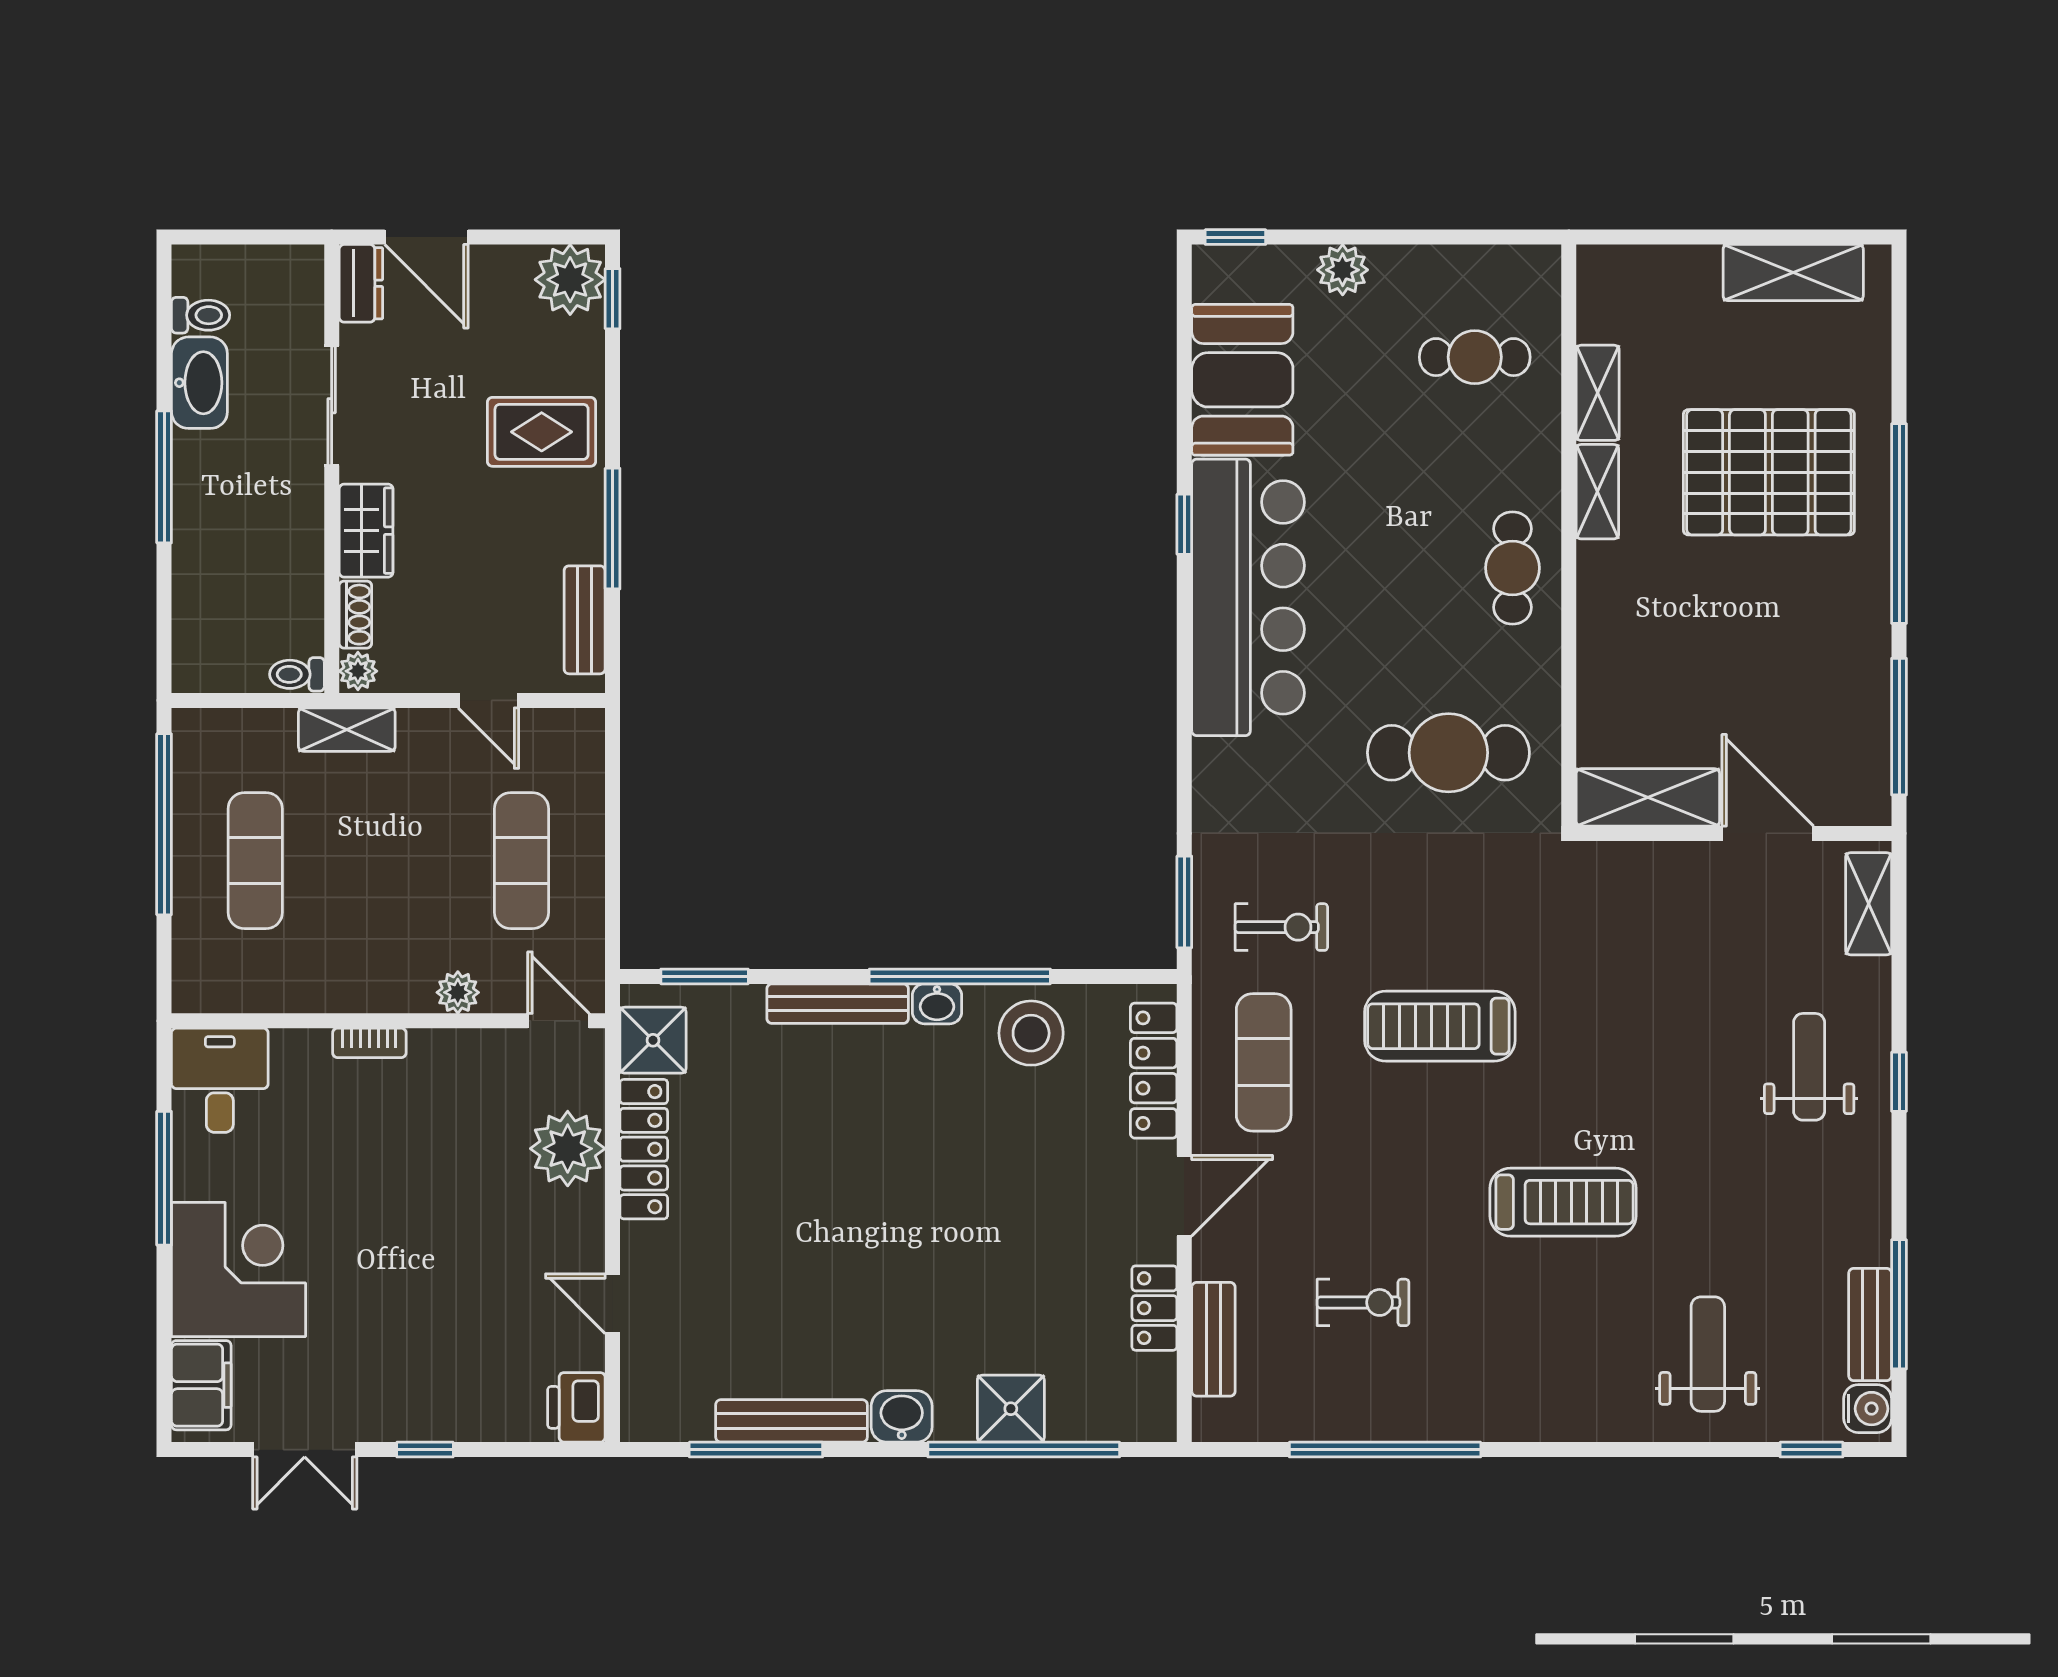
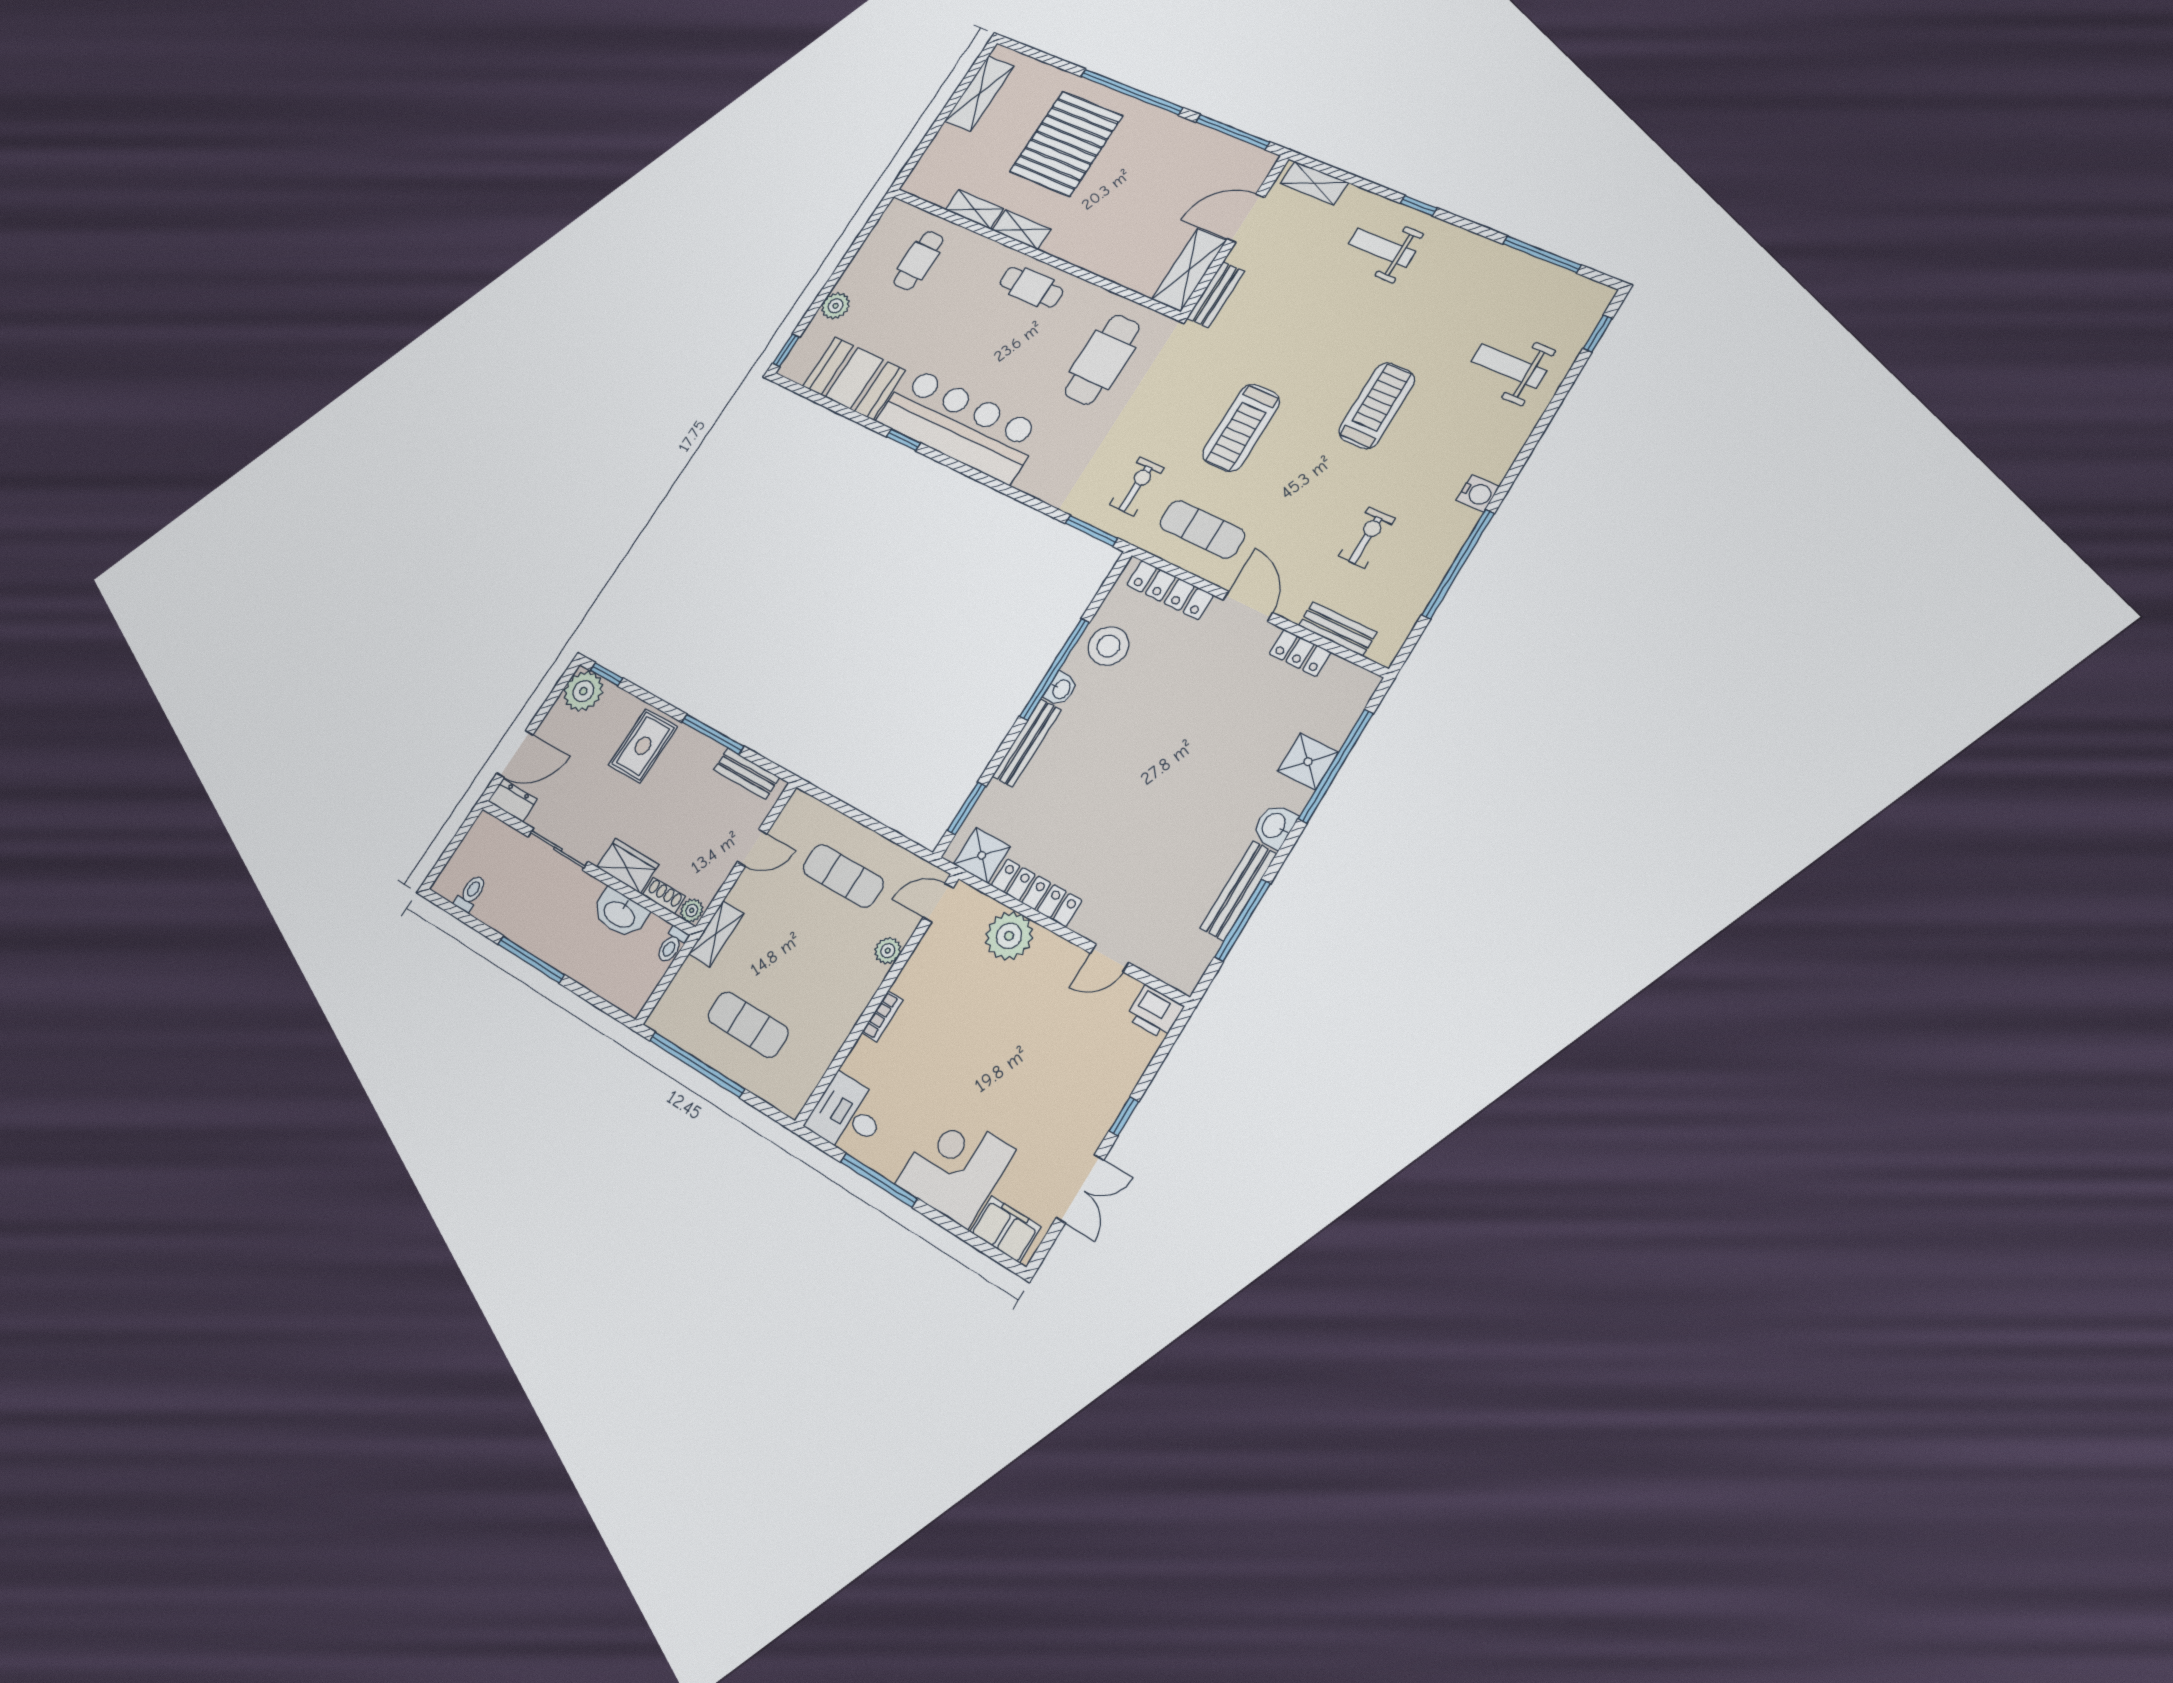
washbasin: (199, 383) -> (620, 914), moved, turned 180
bench: (1870, 1325) -> (1216, 295), moved, turned 90
water cooler: (1868, 1409) -> (1478, 493), moved, turned 90

